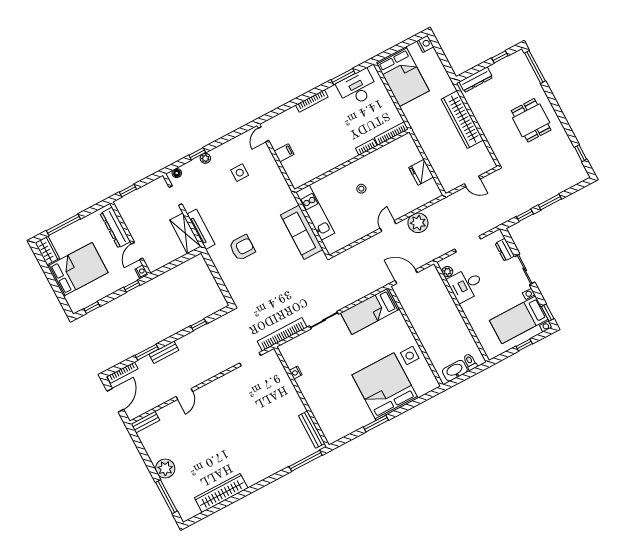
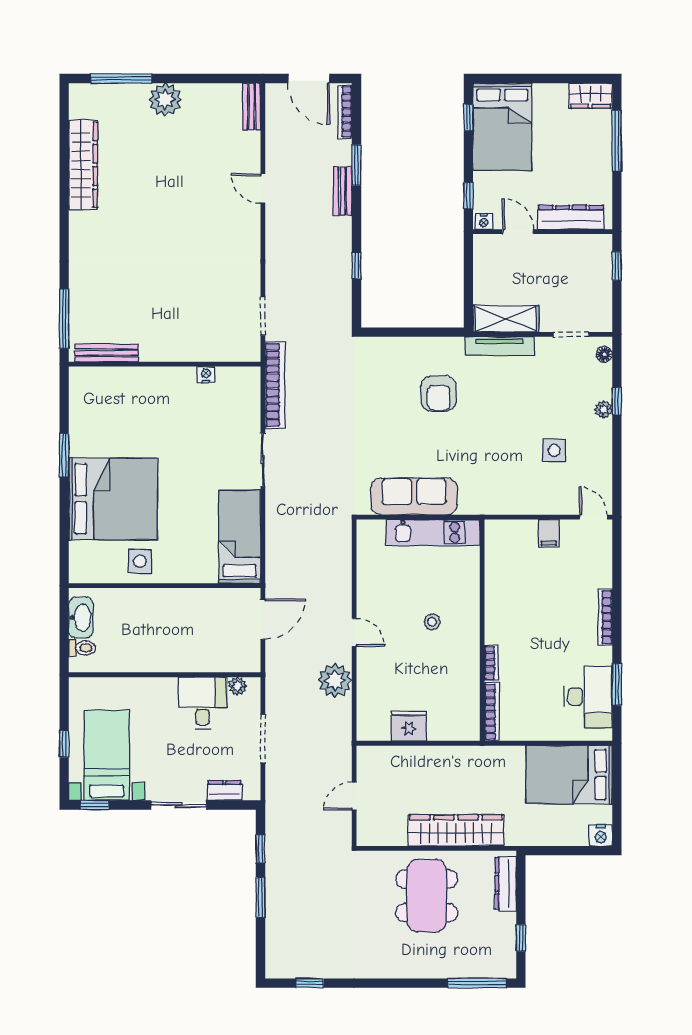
dining table: (531, 120) -> (427, 896), moved, width x1.38
bed: (78, 269) -> (502, 127), moved

